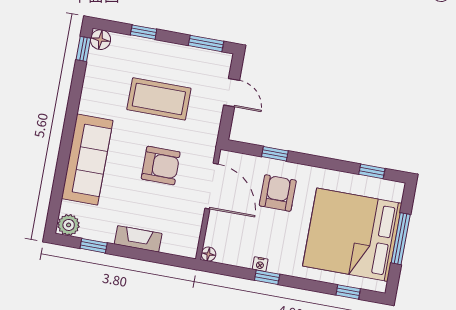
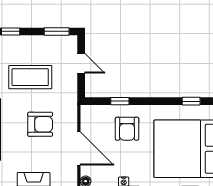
door: (211, 186) -> (79, 149), moved
armchair: (278, 193) -> (127, 129), turned 180

